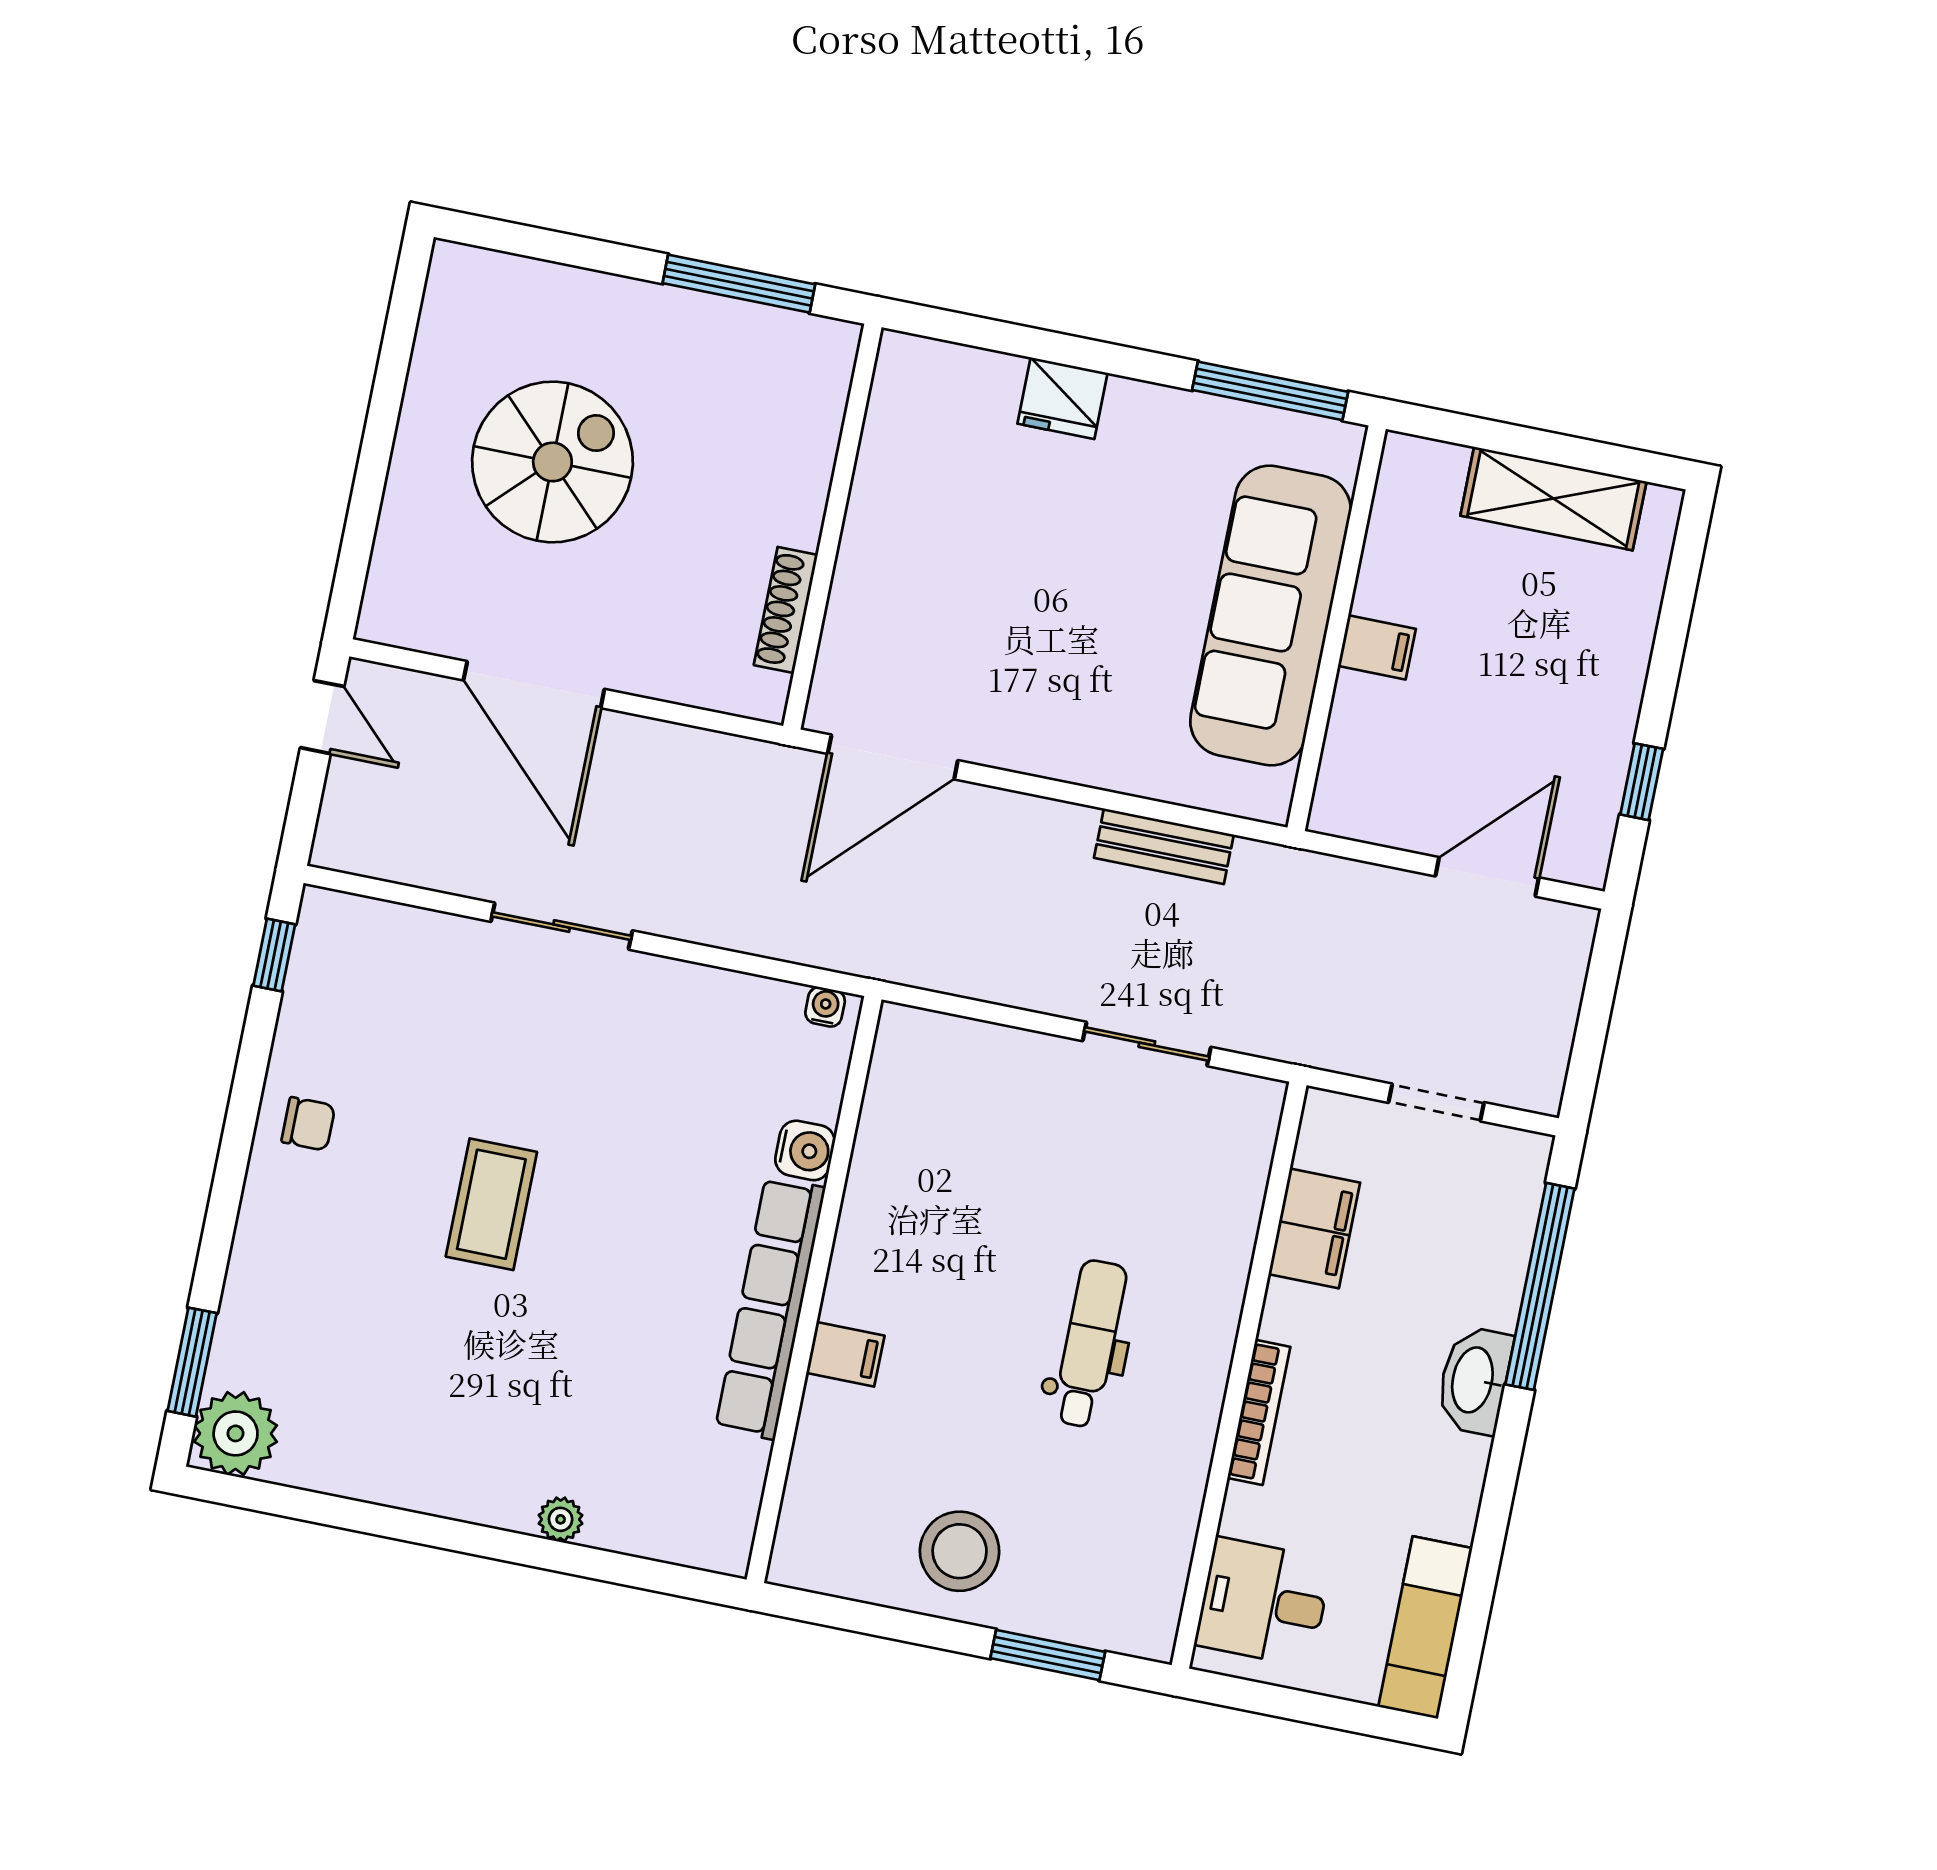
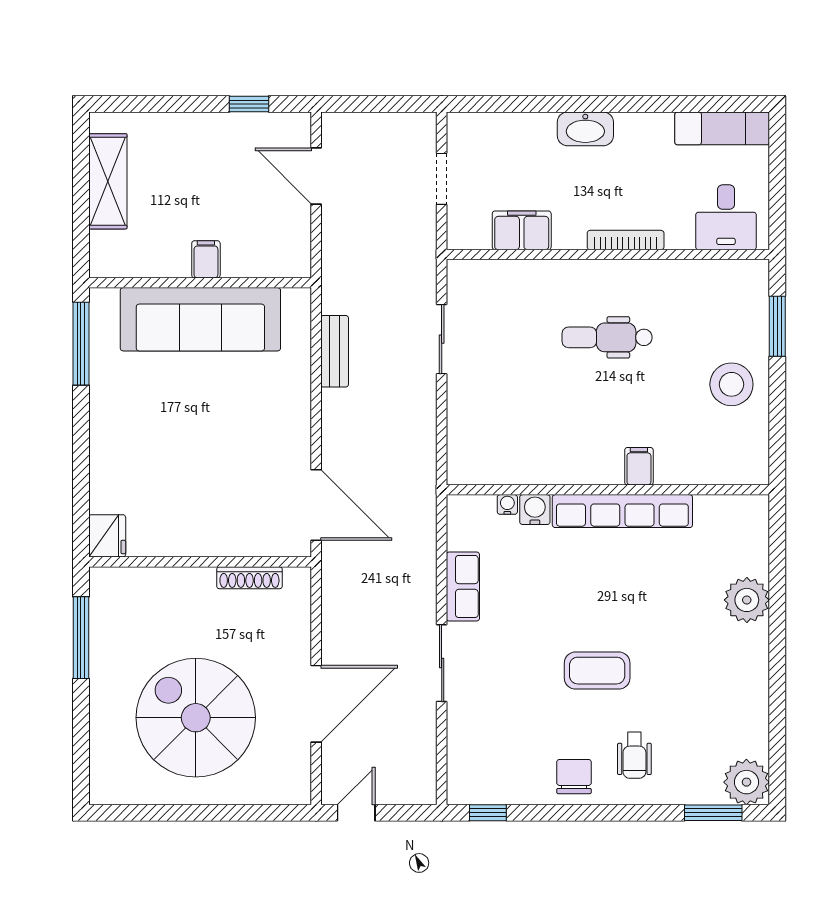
fridge: (1063, 398) -> (107, 536), moved
spiral stairs: (552, 462) -> (196, 718), width x1.37, depth x1.37
row of seats: (692, 992) -> (463, 586), added
water cooler: (825, 1007) -> (507, 504), moved, turned 90
chair: (308, 1124) -> (574, 777), width x1.37, depth x1.37
wheelchair: (325, 1241) -> (634, 755), added
window: (1540, 1286) -> (528, 104), removed
plant: (561, 1519) -> (747, 600), width x1.88, depth x1.88

